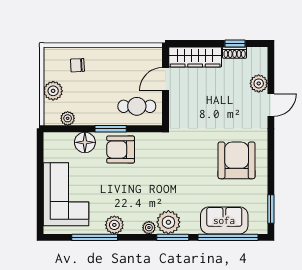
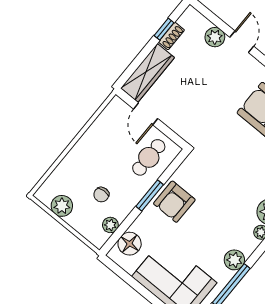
chair: (77, 65) -> (101, 195), moved
plant: (53, 91) -> (62, 206), moved
floor lamp: (85, 142) -> (130, 244), moved

